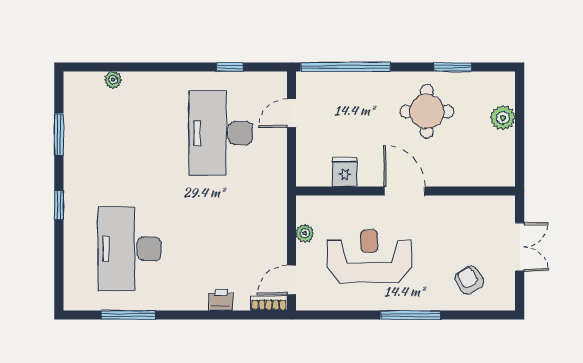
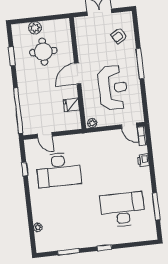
round table: (427, 111) -> (43, 52), moved
plant: (305, 233) -> (92, 123), moved
desk: (130, 249) -> (123, 210), turned 180
reception desk: (369, 256) -> (113, 88), turned 180

